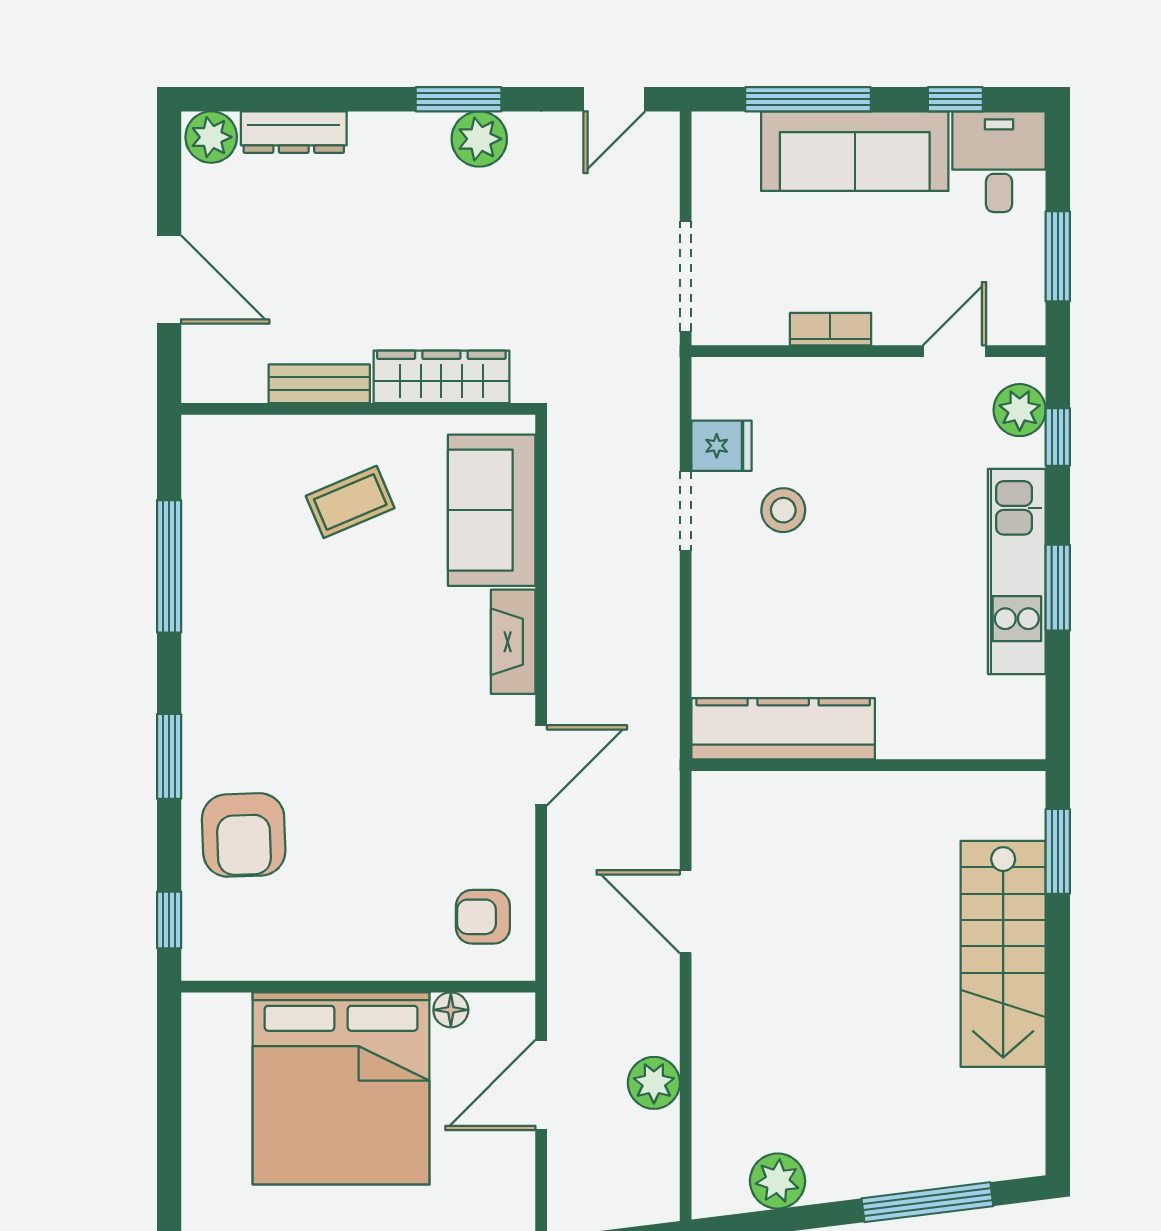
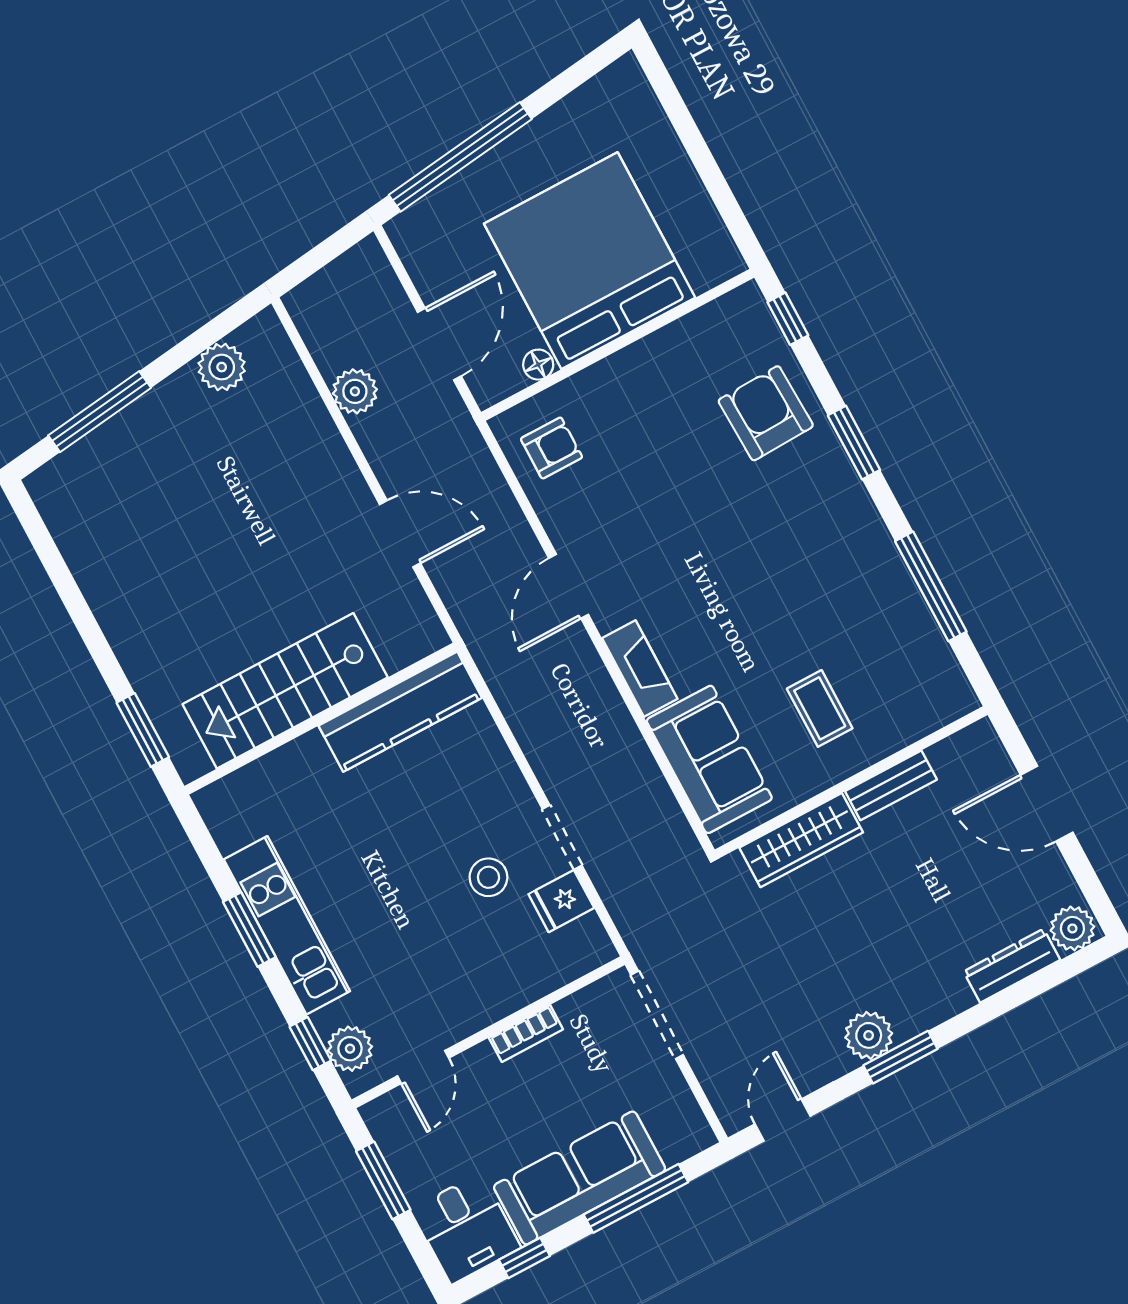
coffee table: (350, 502) -> (820, 708), turned -67
stairs: (1003, 954) -> (285, 691), moved, turned -90

